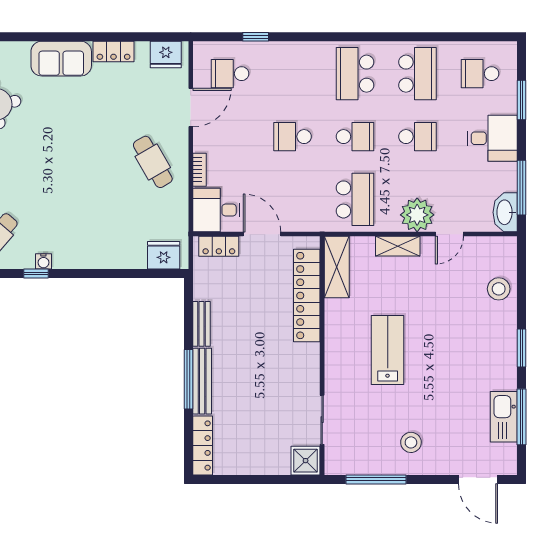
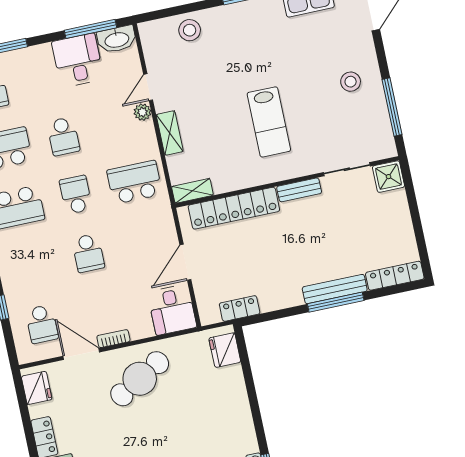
school desk: (418, 137) -> (63, 136), turned 180
desk: (492, 138) -> (78, 60), moved
cafe table: (153, 162) -> (140, 379), width x1.37, depth x1.35
bookcase: (200, 170) -> (113, 339), moved
plant: (417, 215) -> (142, 112), width x0.53, depth x0.53
door: (449, 234) -> (148, 87), swing flipped
locker: (219, 246) -> (240, 308), moved, turned -90
shelving: (337, 267) -> (192, 191), width x0.67, depth x0.75
bench: (201, 324) -> (299, 190), moved
lab bench: (388, 350) -> (269, 122), turned -90

